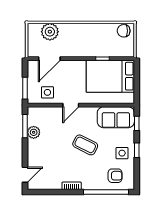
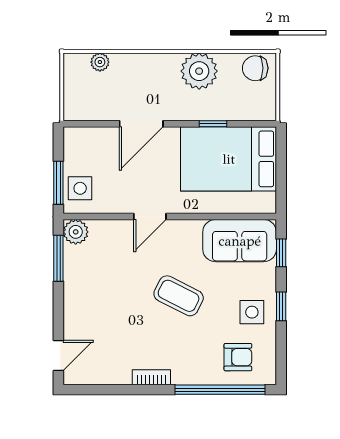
plant: (50, 32) -> (100, 62), width x0.53, depth x0.53
plant: (96, 32) -> (199, 71), added
door: (49, 59) -> (141, 124), moved
side table: (47, 92) -> (80, 188), moved
plant: (34, 132) -> (76, 232), moved

